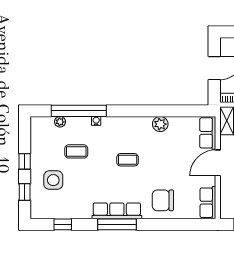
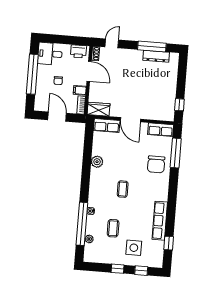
row of seats: (117, 211) -> (160, 221), moved
window: (117, 224) -> (176, 153), moved

